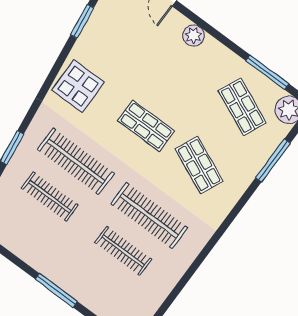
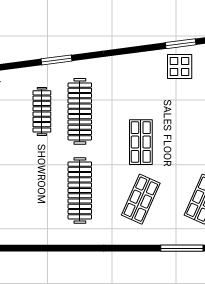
display table: (78, 86) -> (180, 67), moved, width x0.73, depth x0.73
clothes rail: (123, 251) -> (42, 190), removed

